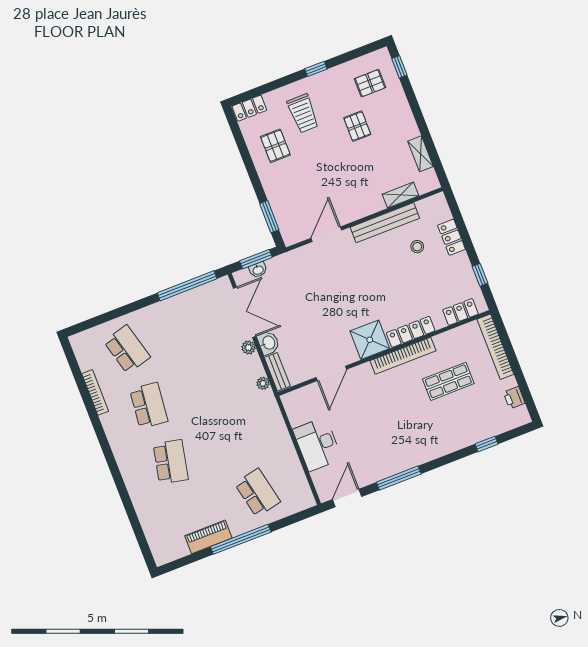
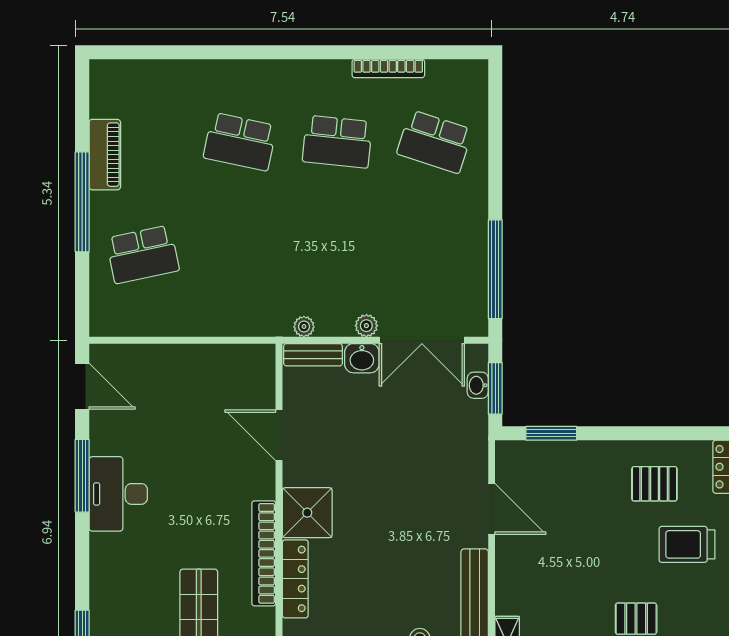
school desk: (127, 349) -> (435, 142), turned 33
desk: (317, 444) -> (118, 494), moved, turned -90

